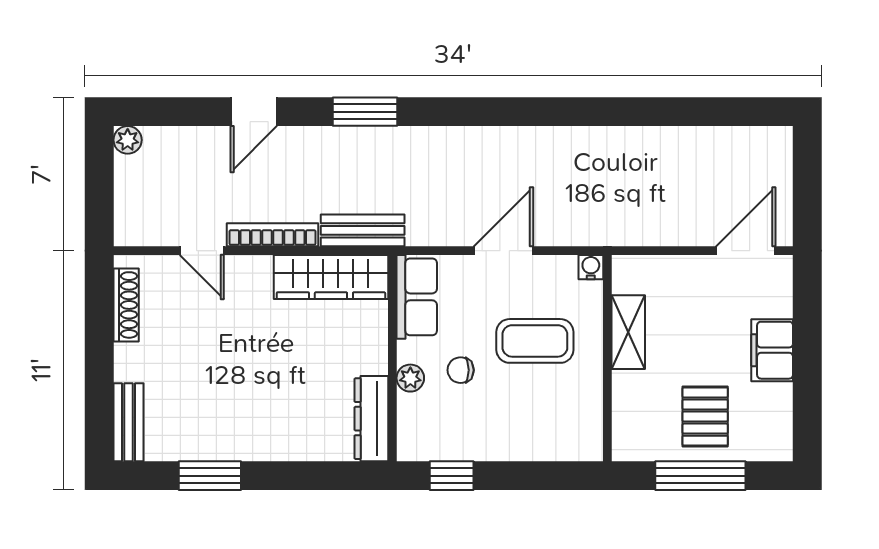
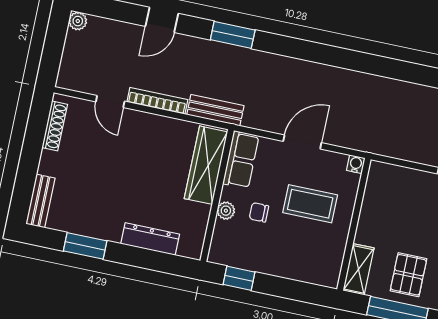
wardrobe: (331, 277) -> (206, 165), moved, turned 90
shelving: (628, 332) -> (358, 269), moved
dresser: (371, 419) -> (150, 239), moved, turned 90

